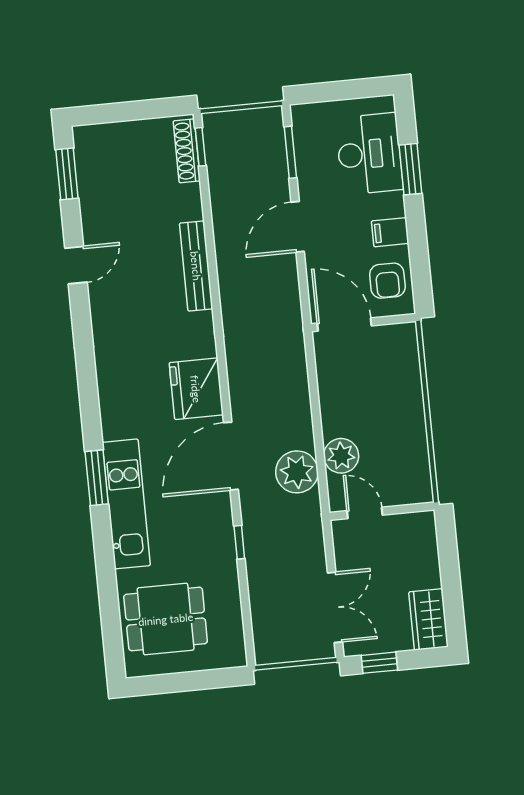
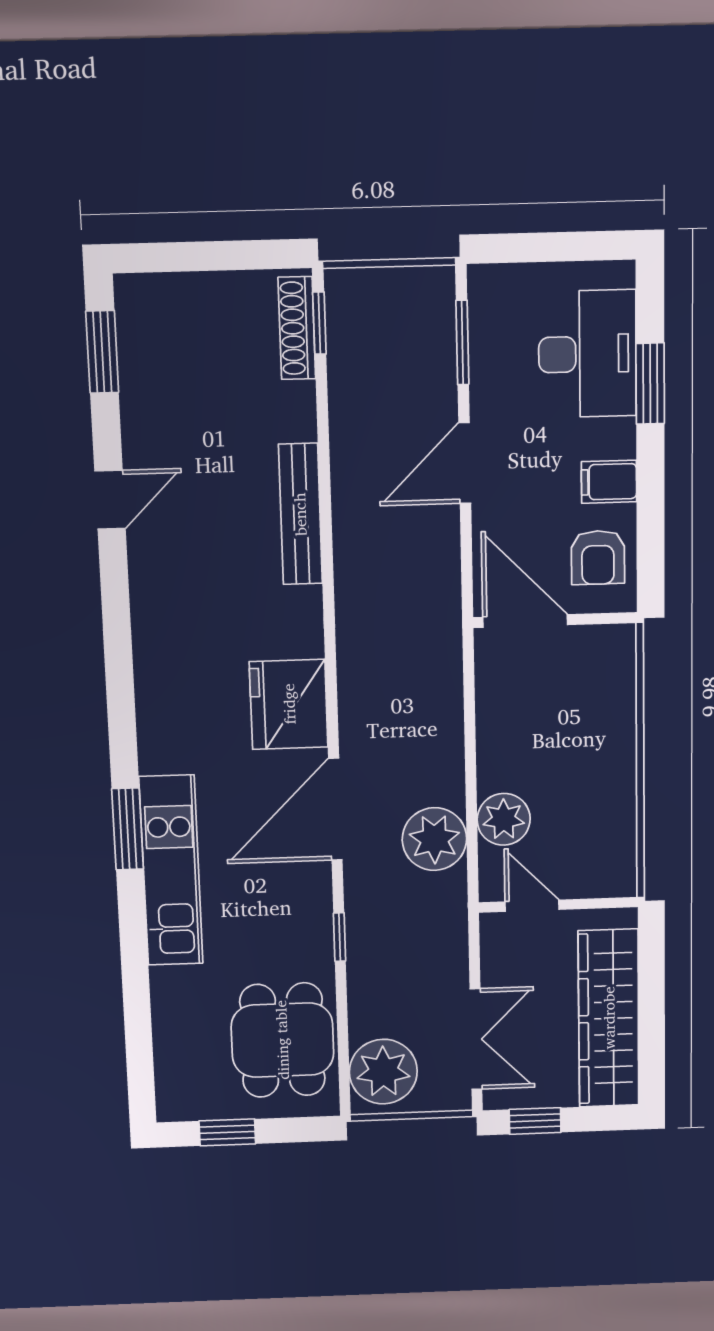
dining table: (166, 619) -> (282, 1040), moved, turned 90
wardrobe: (429, 619) -> (609, 1018), width x2.10, depth x1.17
plant: (275, 634) -> (383, 1072), added
window: (173, 683) -> (227, 1132), added

